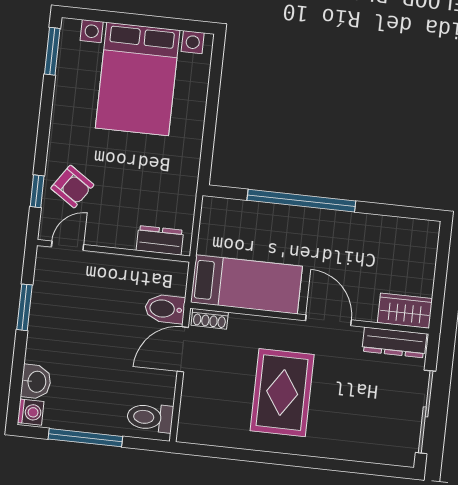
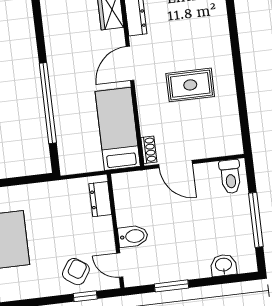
bidet: (165, 309) -> (133, 236), moved, turned -90
rug: (282, 393) -> (190, 85), width x0.73, depth x0.70
washing machine: (31, 412) -> (246, 264), removed

